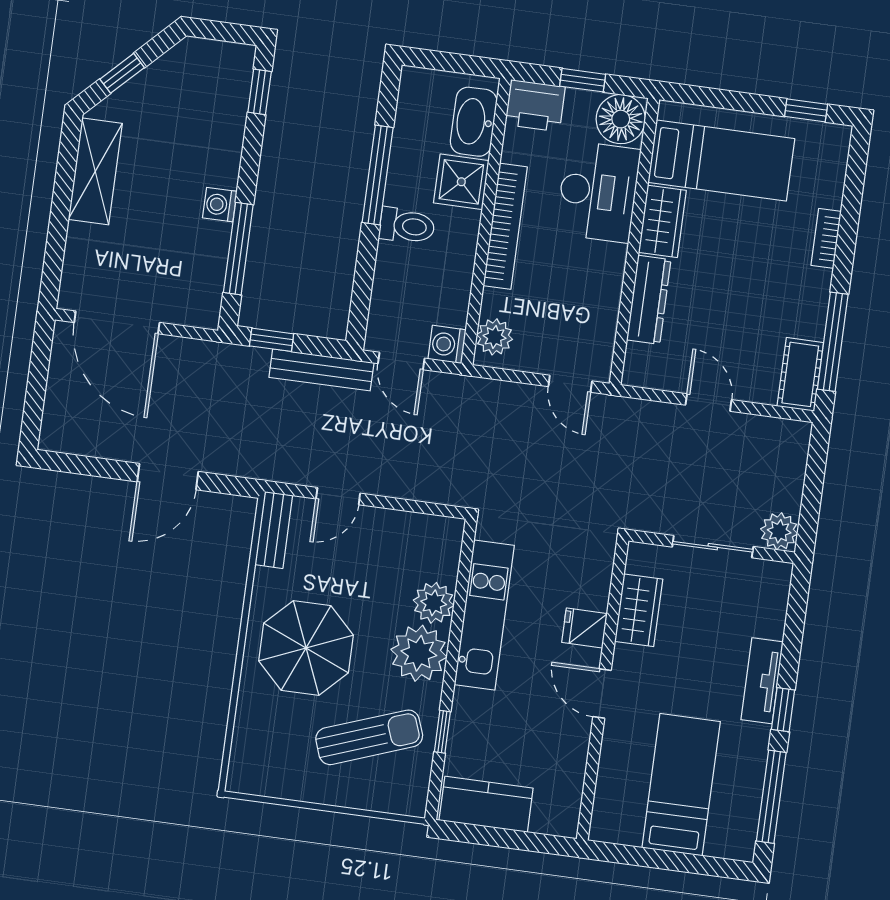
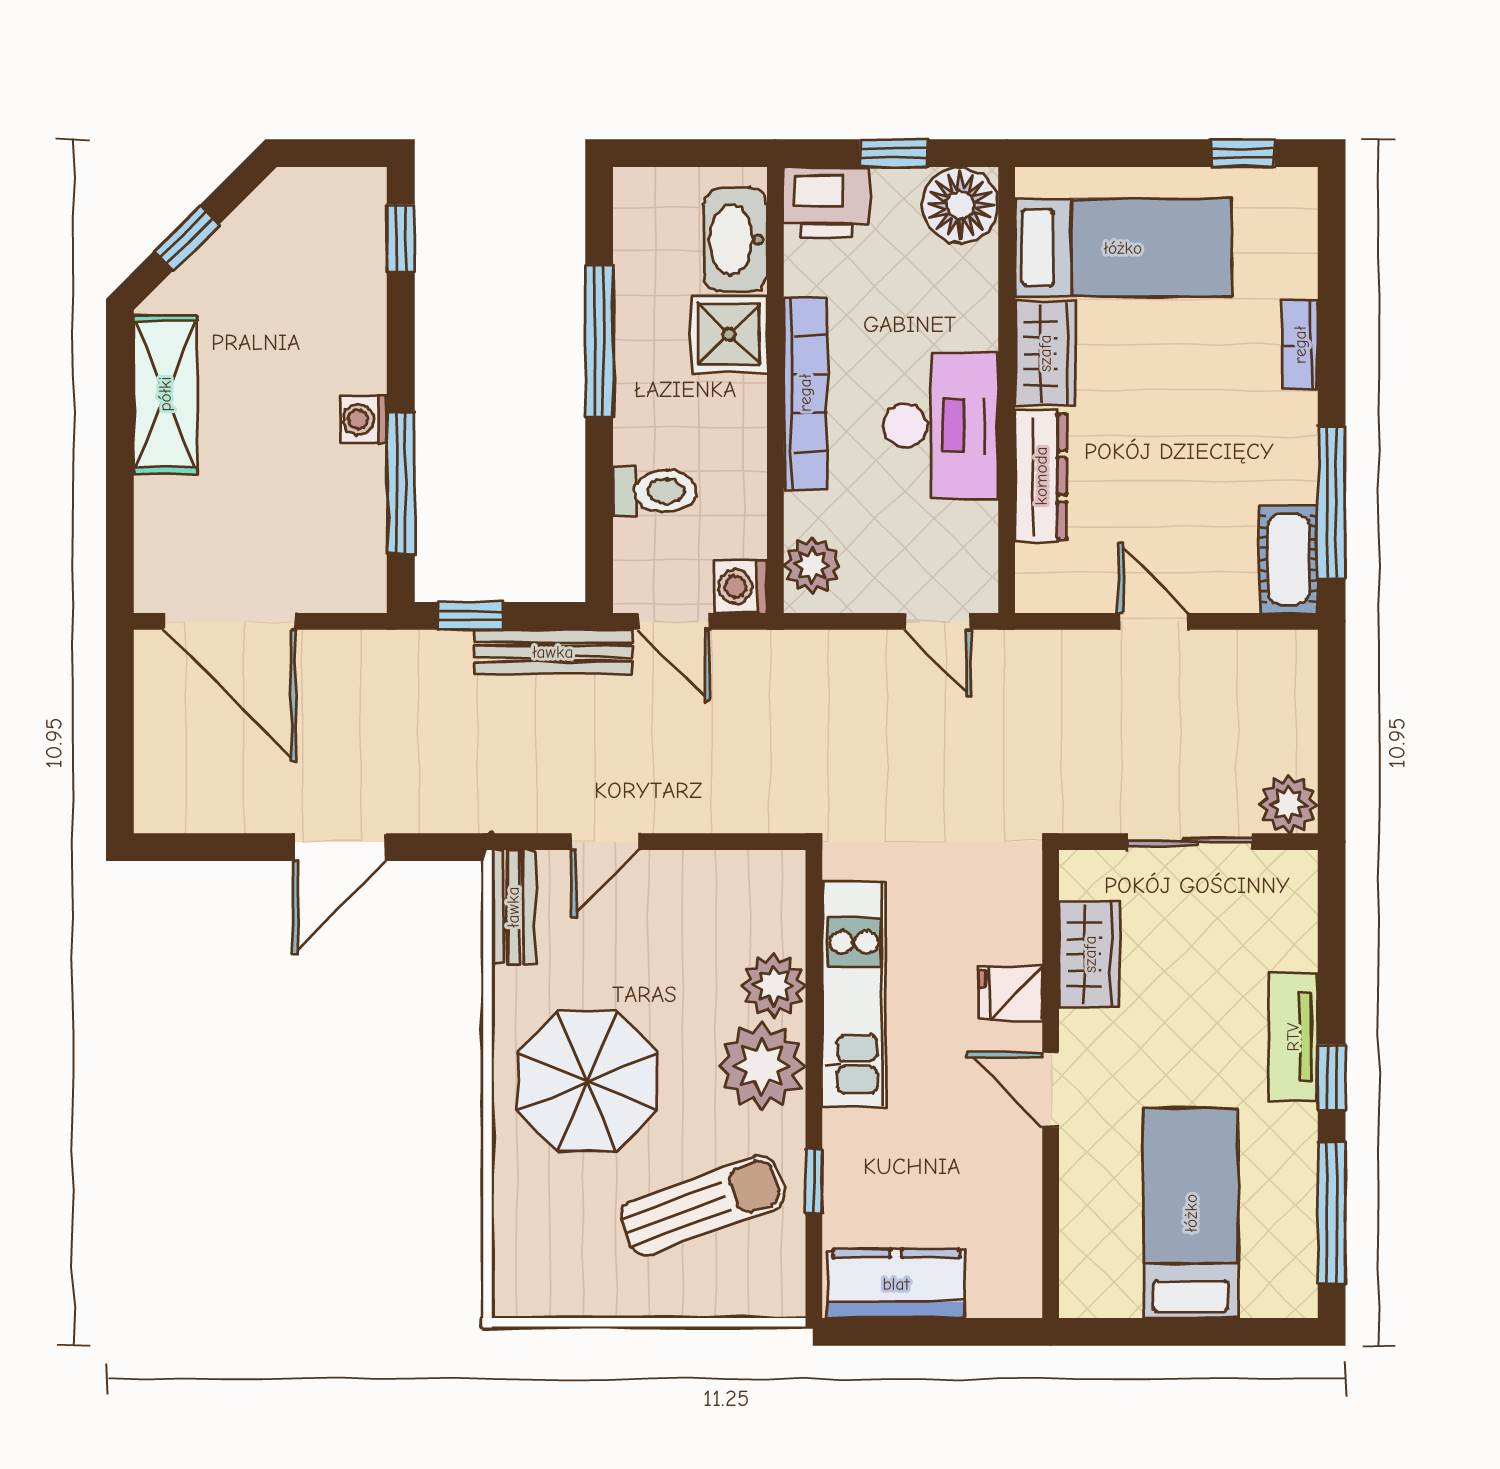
desk: (598, 192) -> (941, 425), moved
toilet: (407, 226) -> (655, 491), moved

